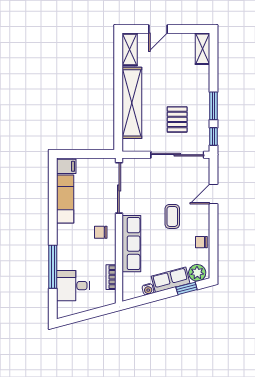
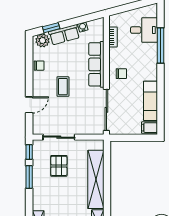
sliding door: (177, 155) -> (59, 137), width x0.73

